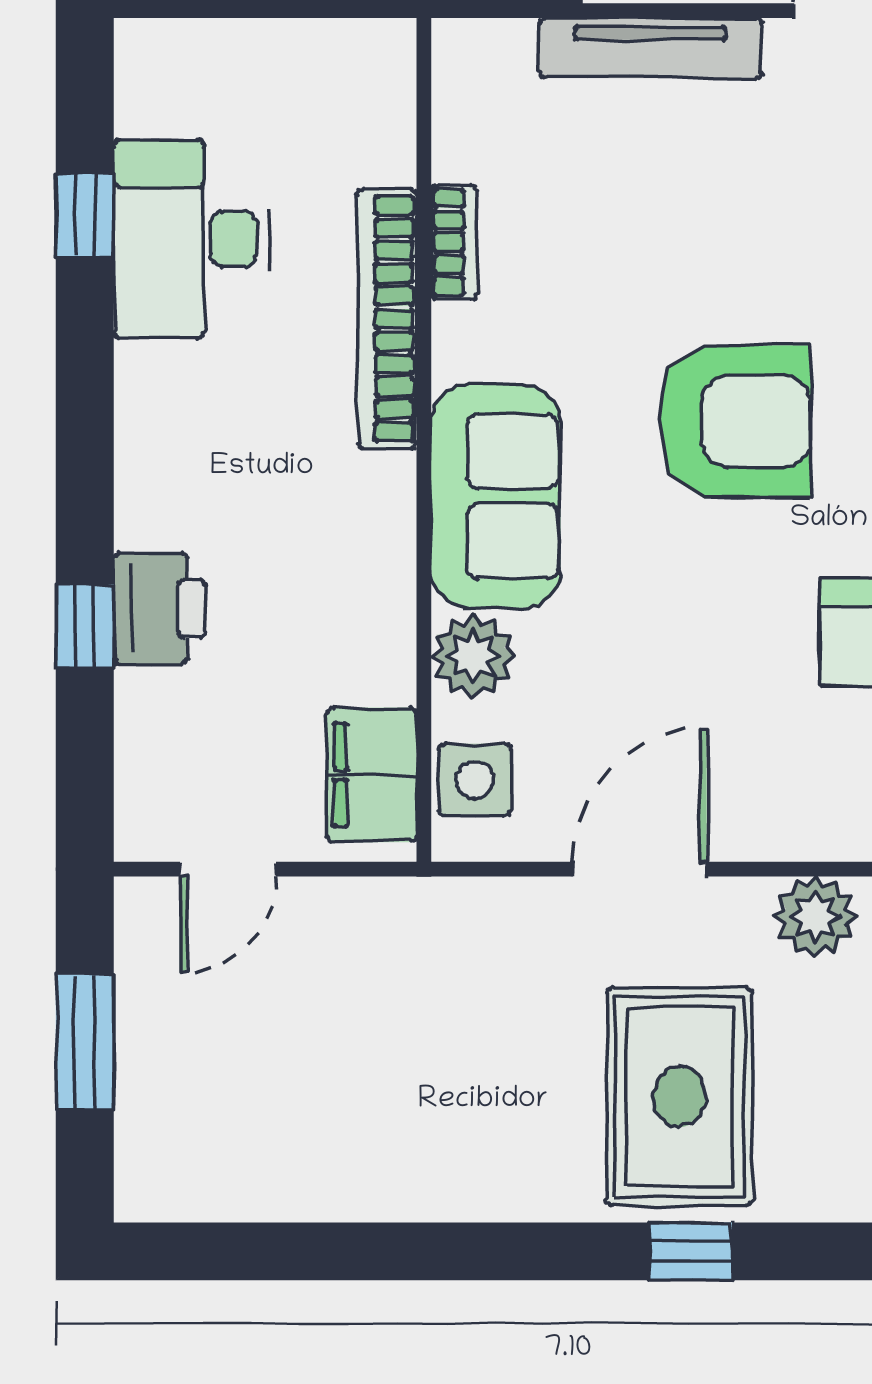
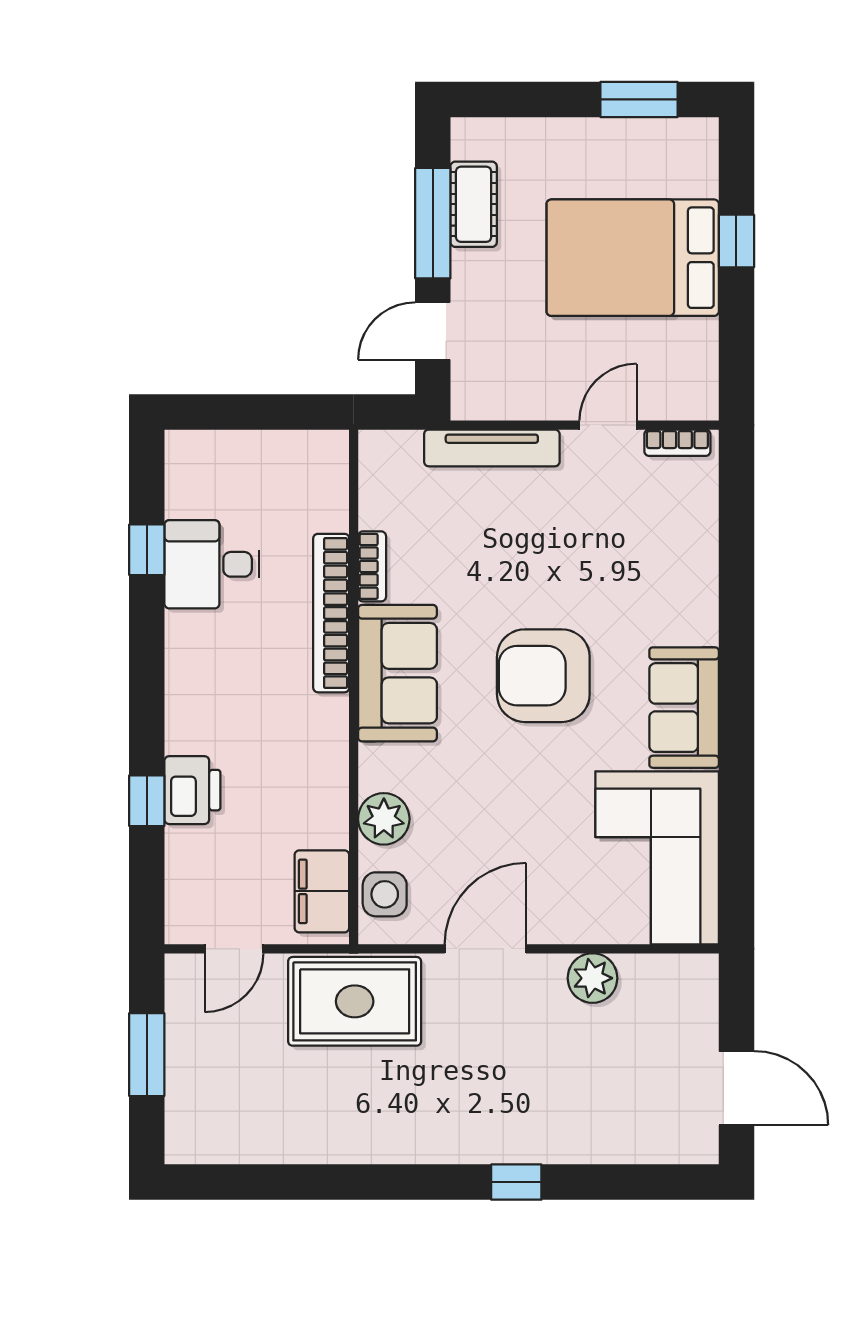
desk: (192, 239) -> (212, 564), width x0.73
armchair: (735, 421) -> (543, 676), turned 180
sofa: (496, 496) -> (397, 673), moved
rug: (679, 1097) -> (355, 1001), moved, turned 90

